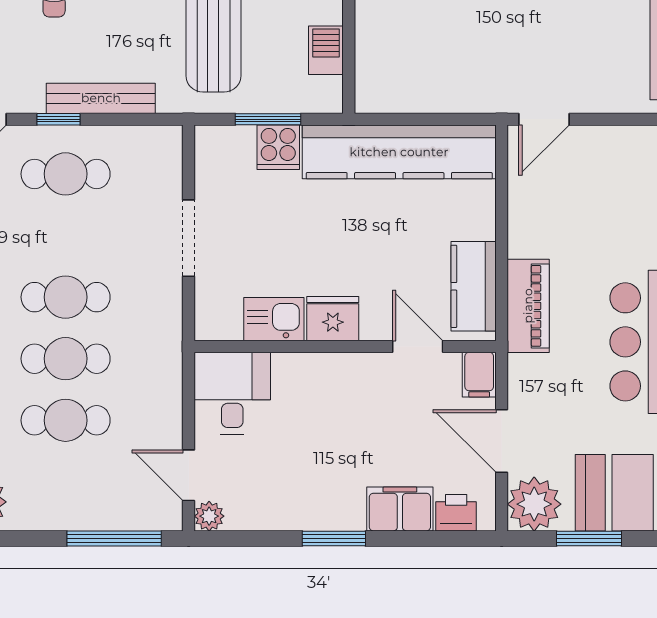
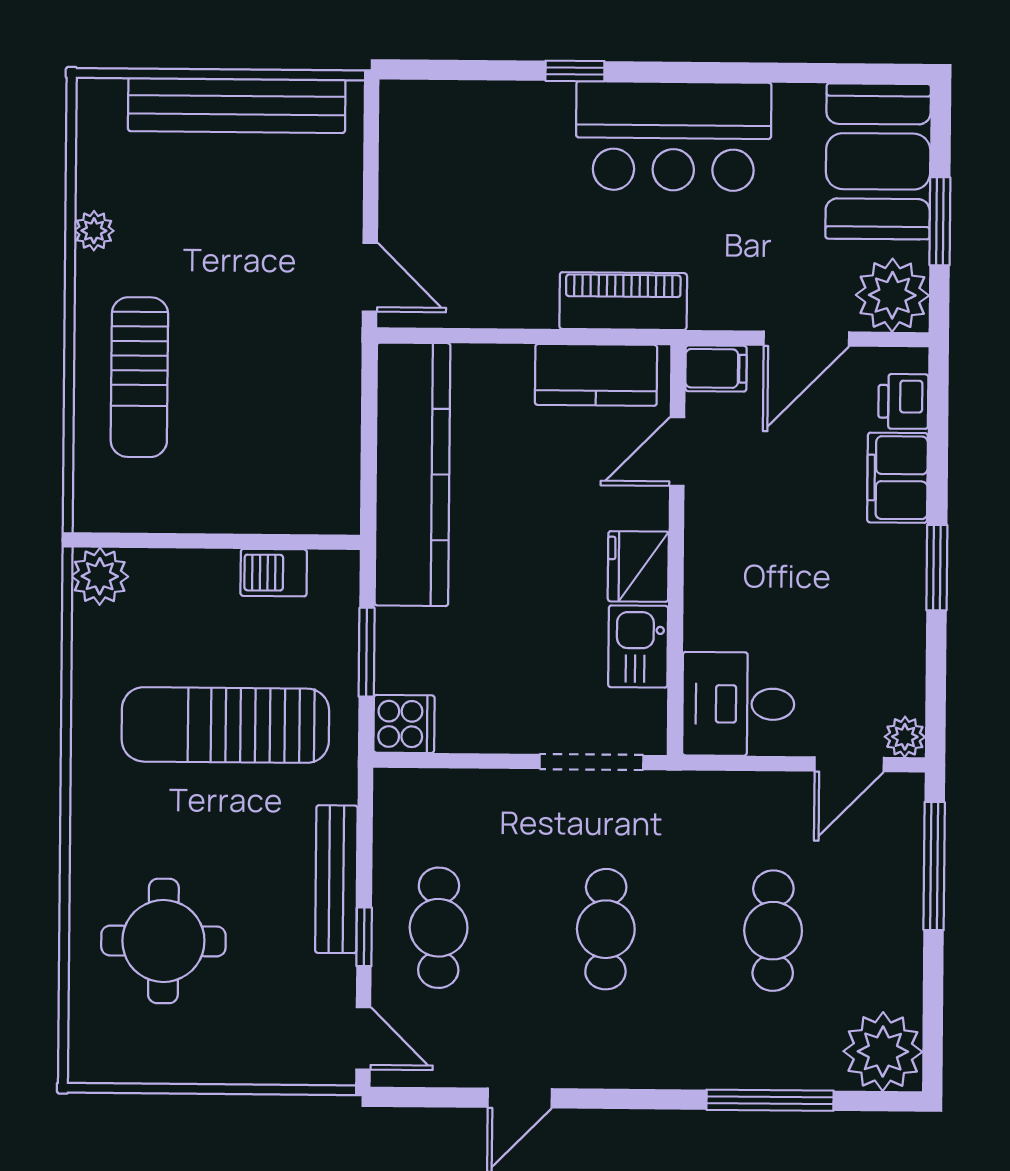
cooker: (278, 147) -> (404, 724), moved
doorway: (189, 238) -> (591, 762), moved
cafe table: (66, 359) -> (689, 930), removed

